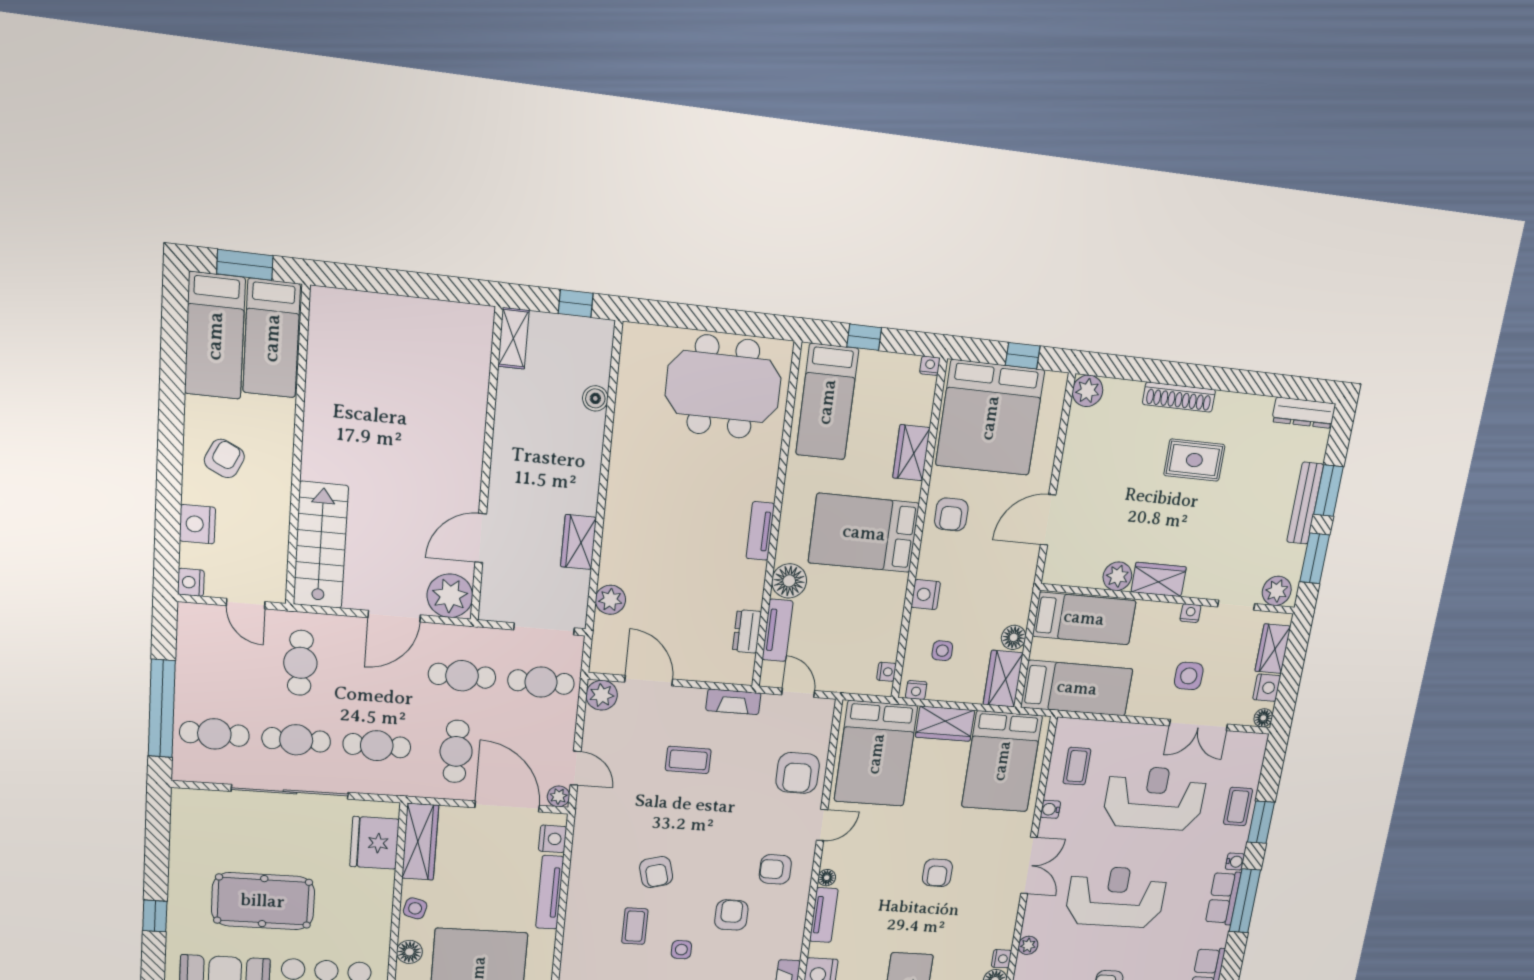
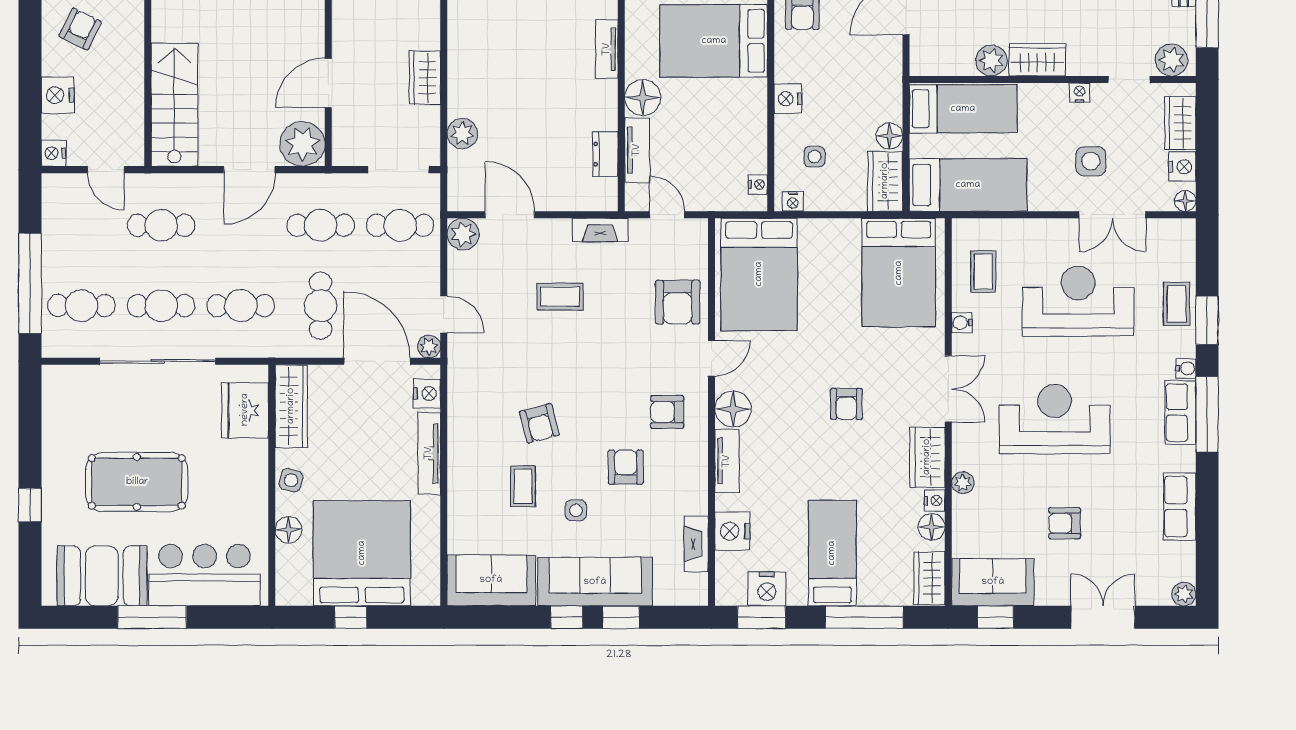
cafe table: (300, 663) -> (161, 225), turned 90
wardrobe: (945, 724) -> (927, 457), moved, turned 90
floor lamp: (827, 878) -> (733, 409), width x1.89, depth x1.89

